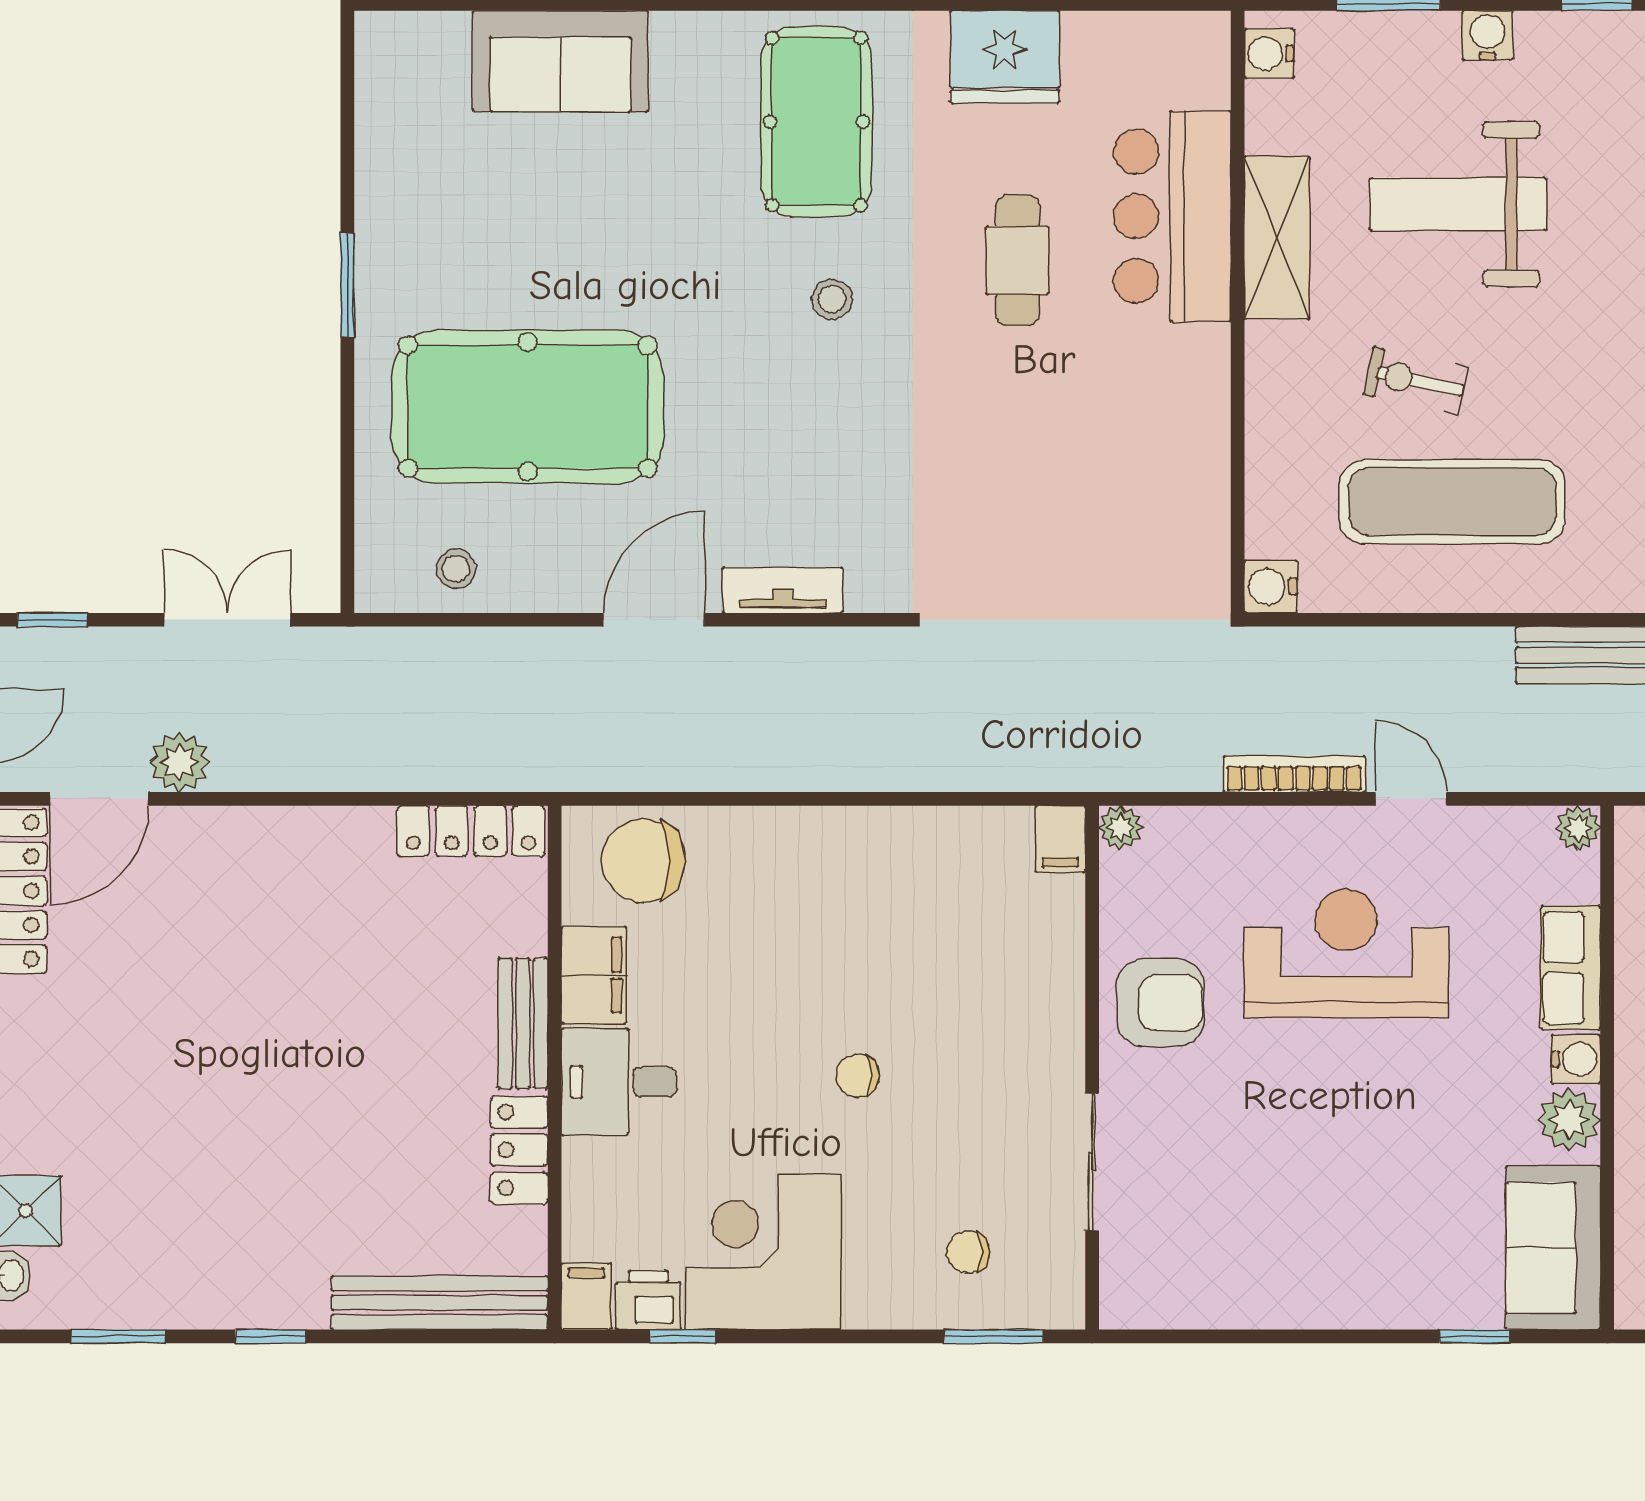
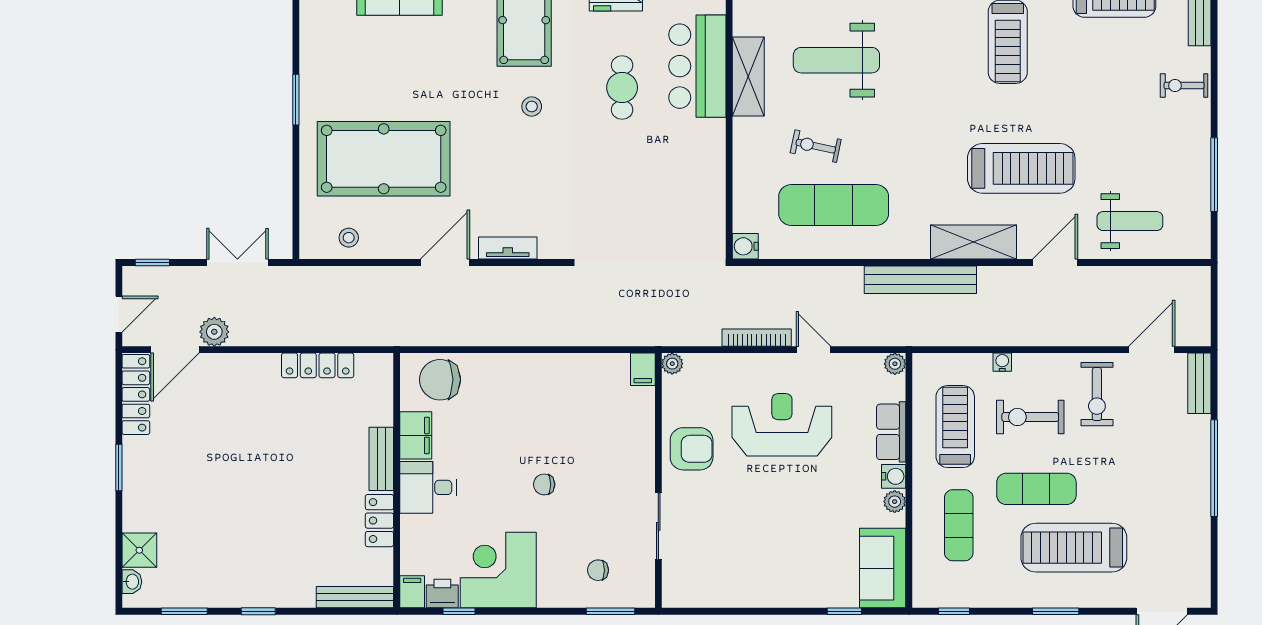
locker: (471, 831) -> (318, 365), moved
plant: (1569, 1120) -> (895, 502), width x0.73, depth x0.73
bench: (440, 1303) -> (355, 597), width x0.73, depth x0.82

